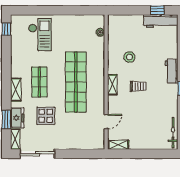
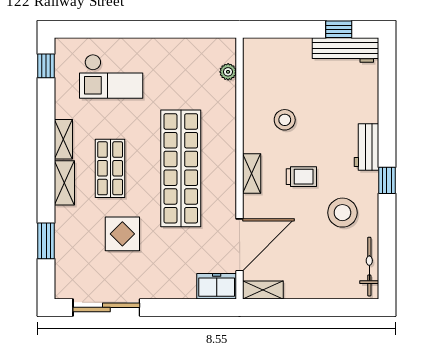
checkout: (40, 35) -> (111, 76), turned 90
stool: (159, 105) -> (342, 213), added
freezer: (17, 118) -> (217, 286), moved, turned -90
door: (106, 122) -> (240, 245), width x1.87
shelving: (15, 139) -> (63, 139), moved

